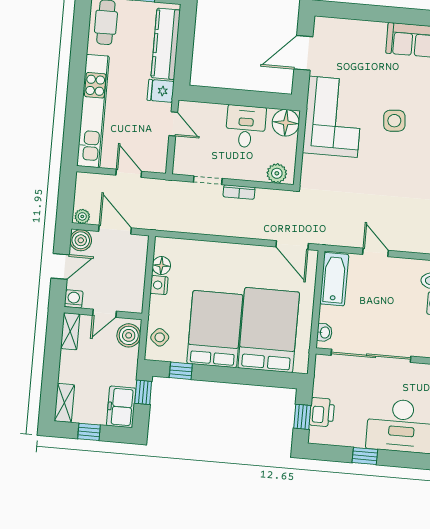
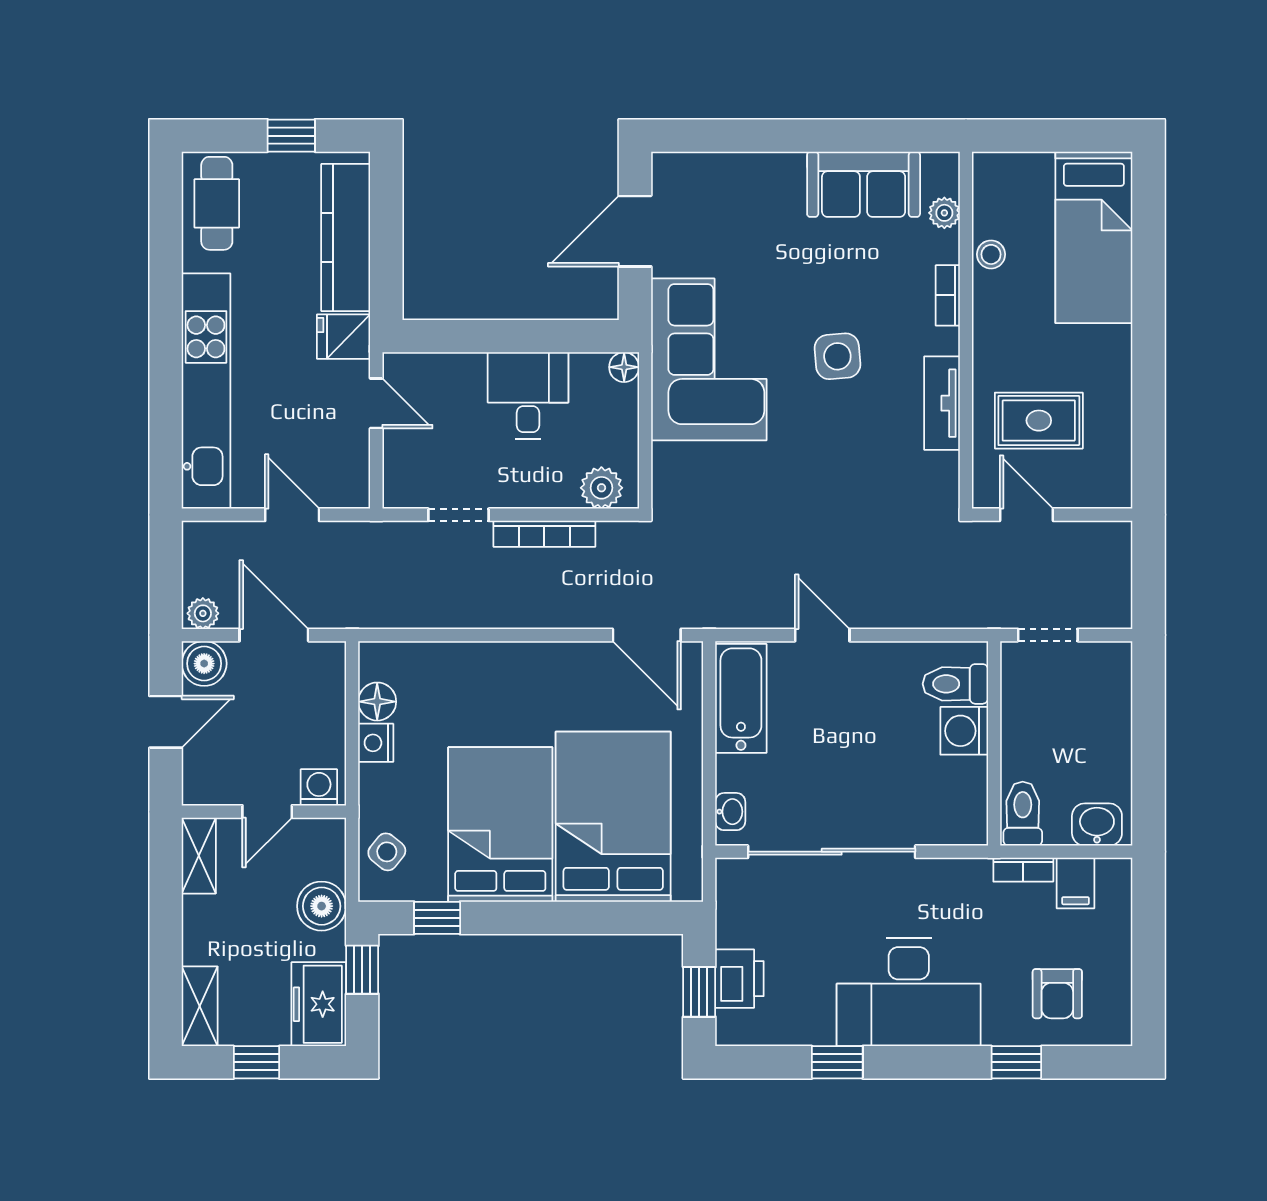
floor lamp: (286, 123) -> (624, 367), width x0.53, depth x0.53
bookcase: (239, 192) -> (544, 534), width x1.56
washing machine: (74, 299) -> (319, 787), moved
boiler: (129, 335) -> (322, 906), moved

